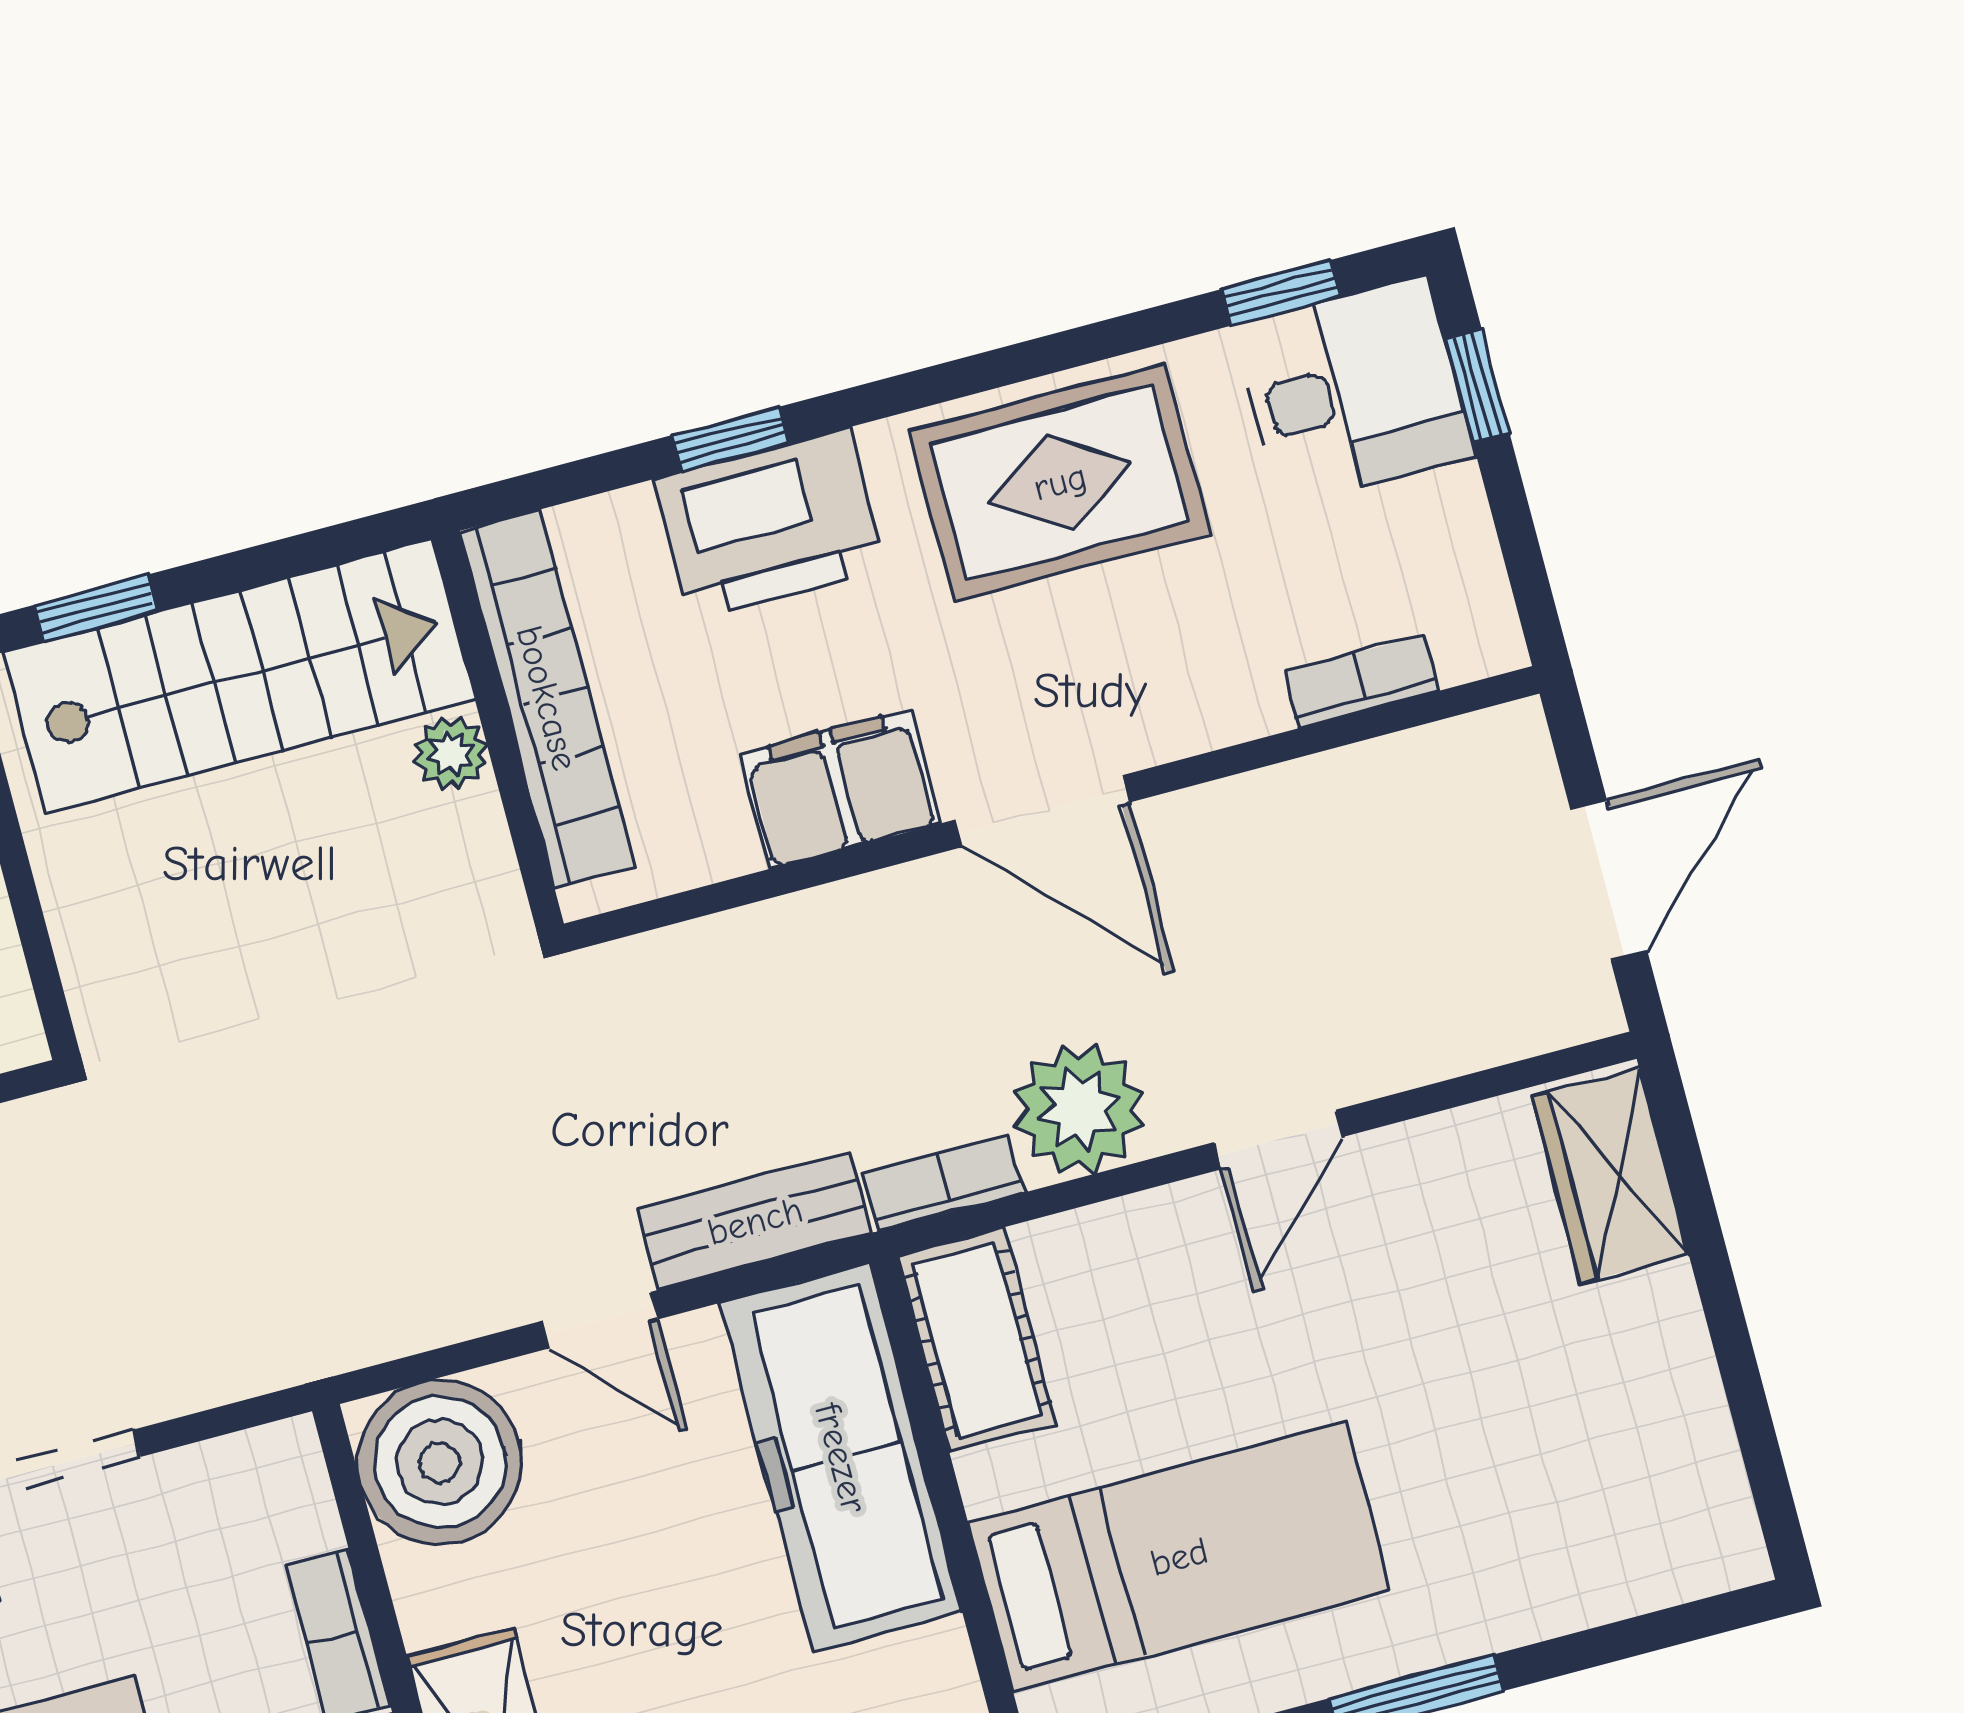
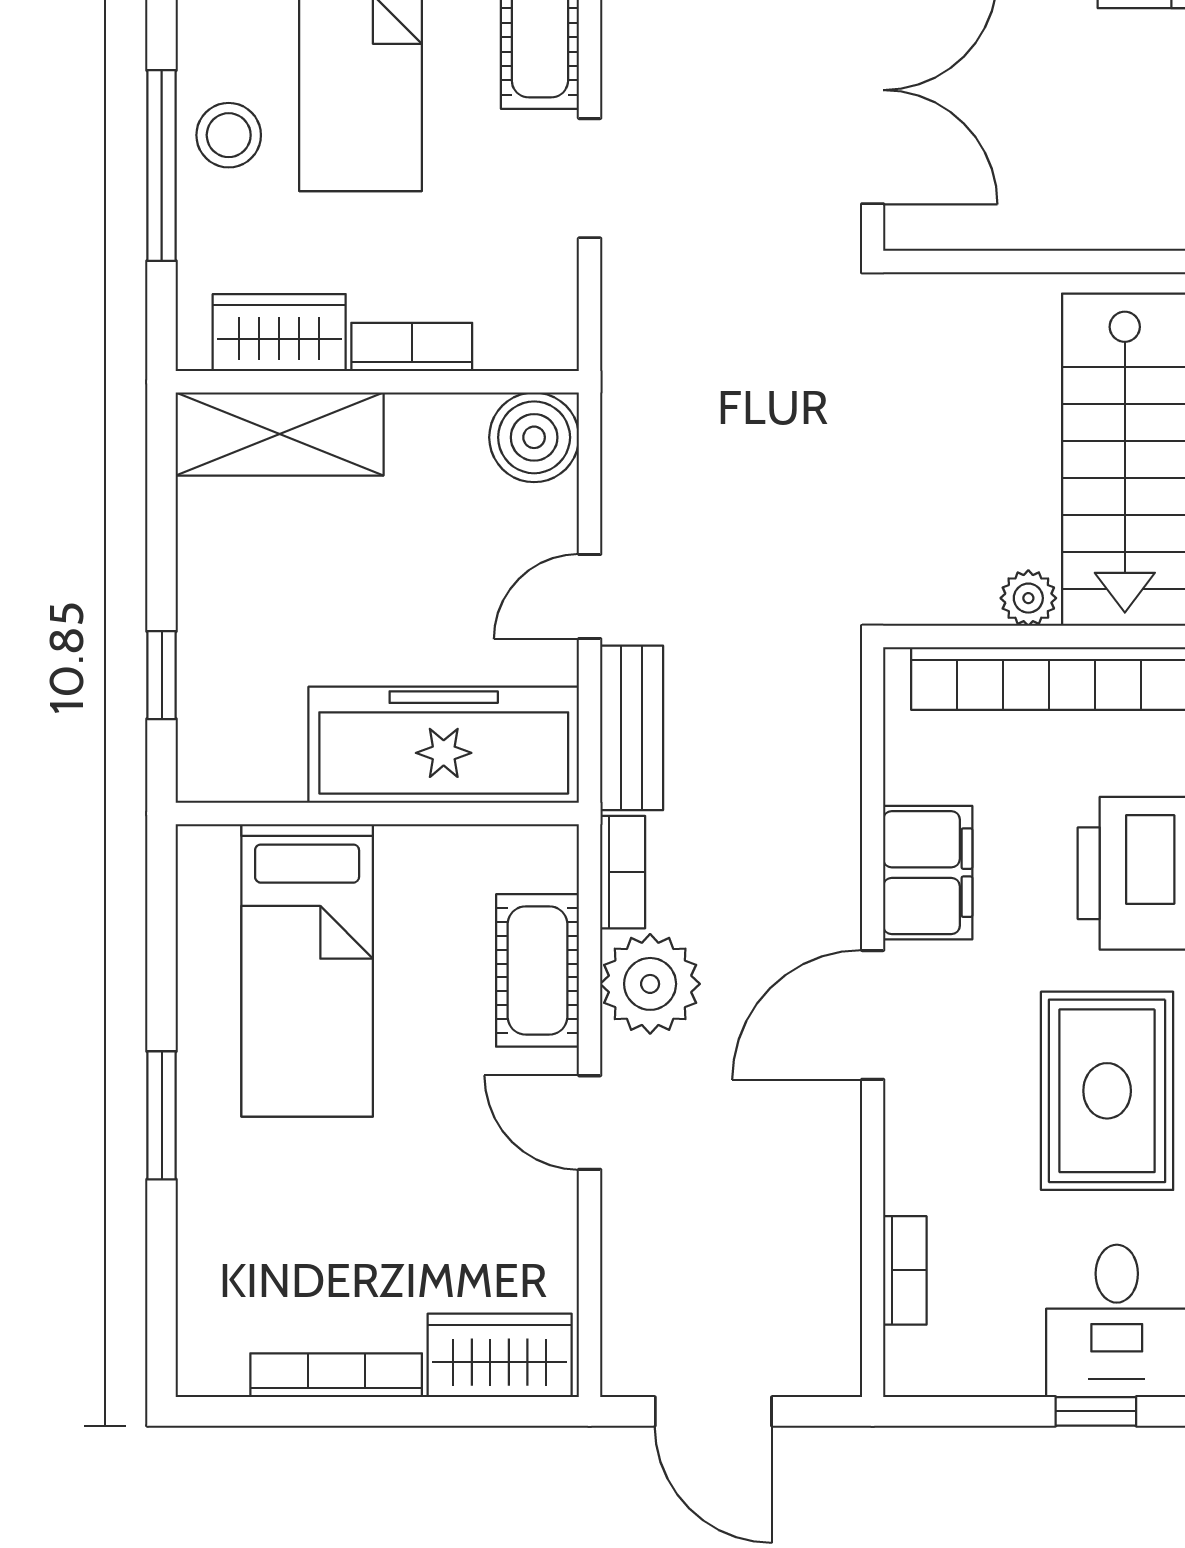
cot: (977, 1340) -> (538, 970), moved, turned 90
bookcase: (1692, 1380) -> (336, 1375), added
boiler: (440, 1462) -> (534, 437), width x0.73, depth x0.73

